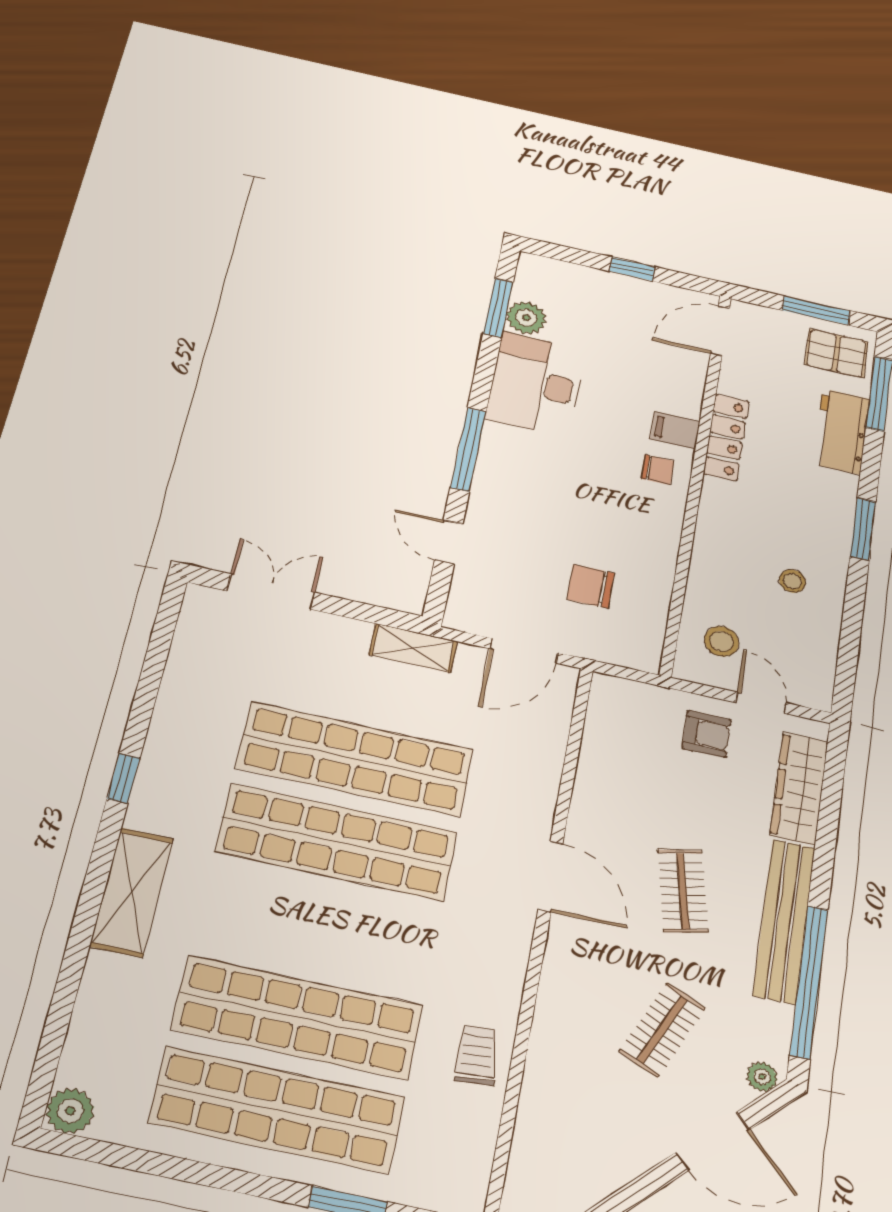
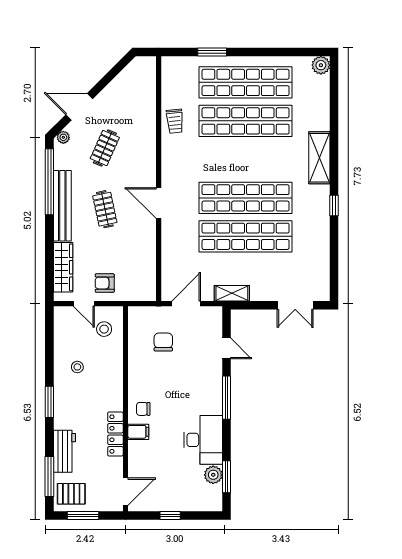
chair: (591, 586) -> (163, 342), turned -90

